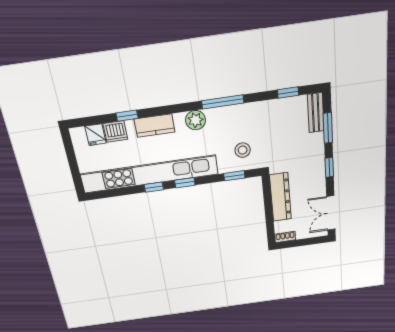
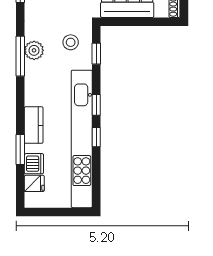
window: (127, 116) -> (20, 149), width x1.50
plant: (196, 120) -> (34, 50), moved

